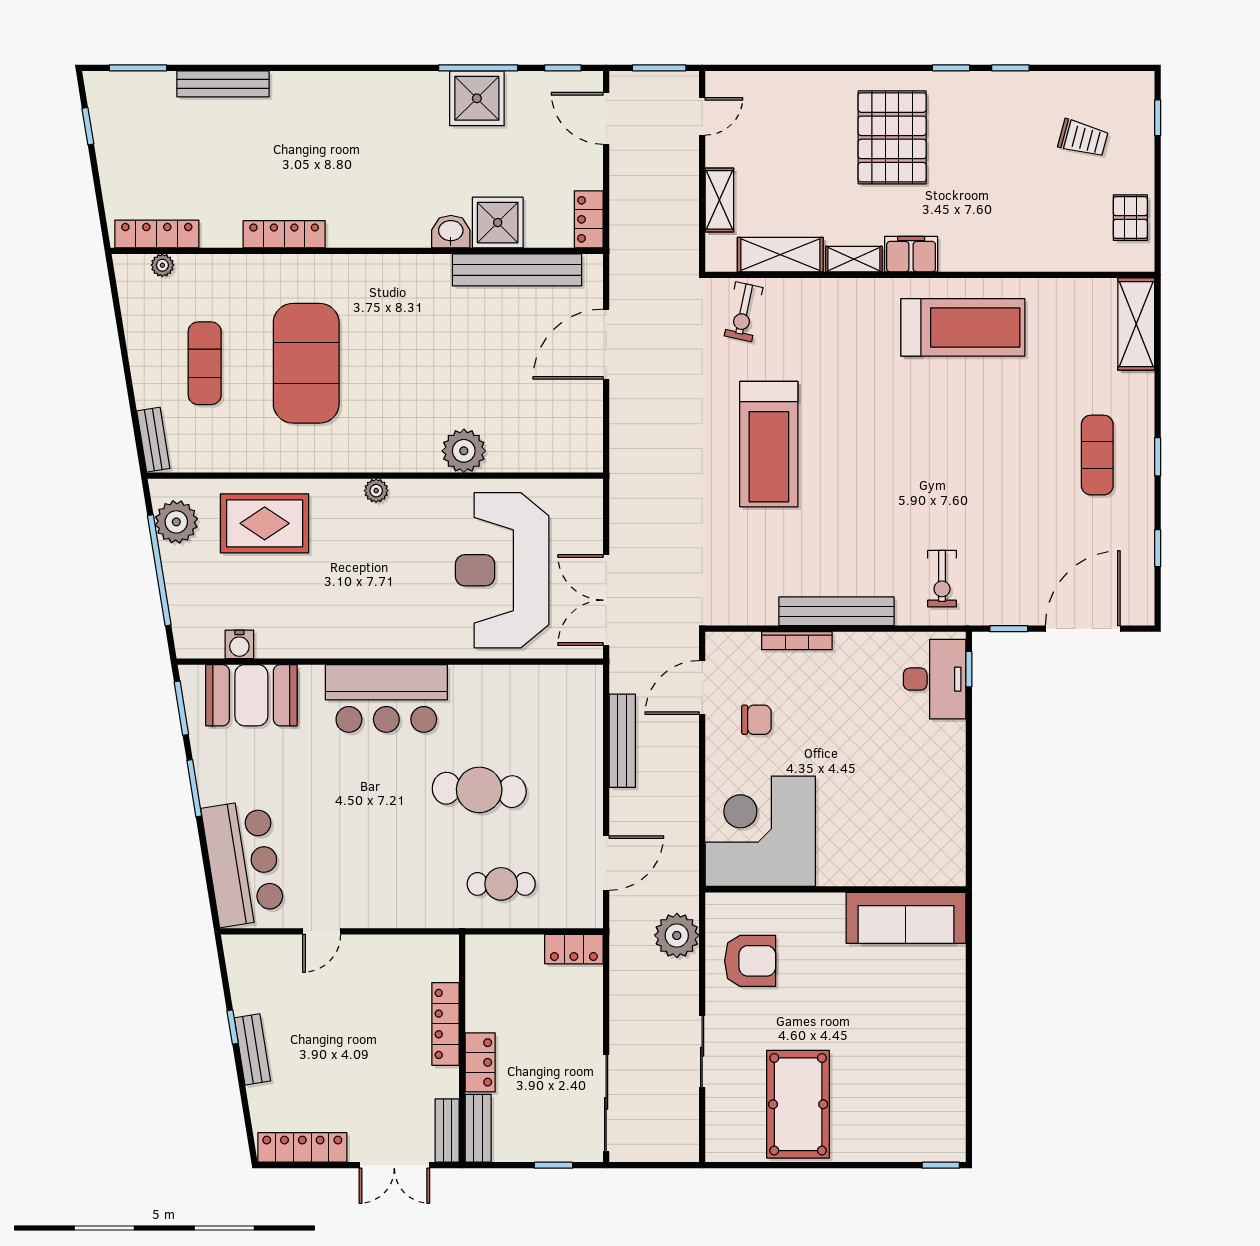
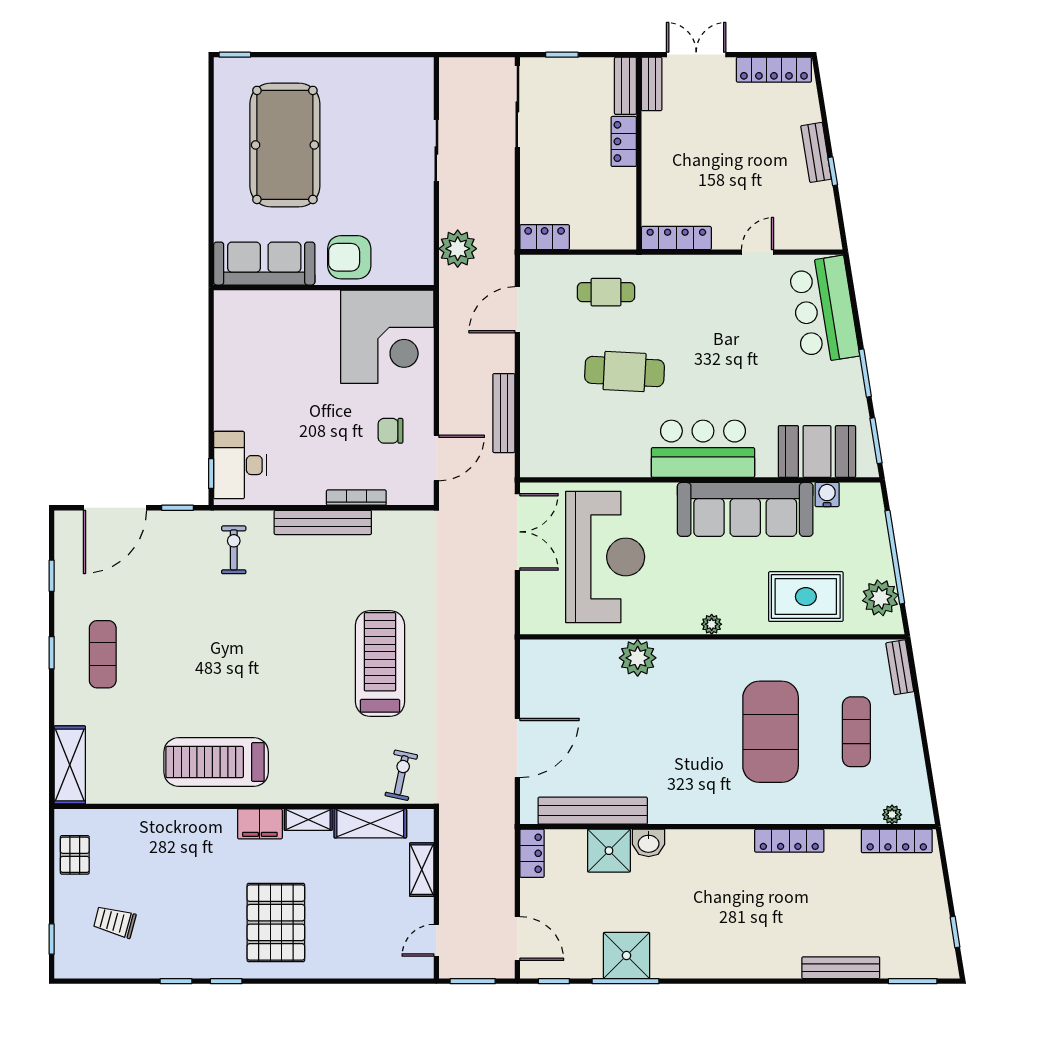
sofa: (336, 627) -> (745, 509), added
armchair: (750, 961) -> (349, 257), moved
locker: (446, 1024) -> (676, 238), moved, turned -90
pool table: (798, 1104) -> (285, 145), moved, width x1.36, depth x1.32

